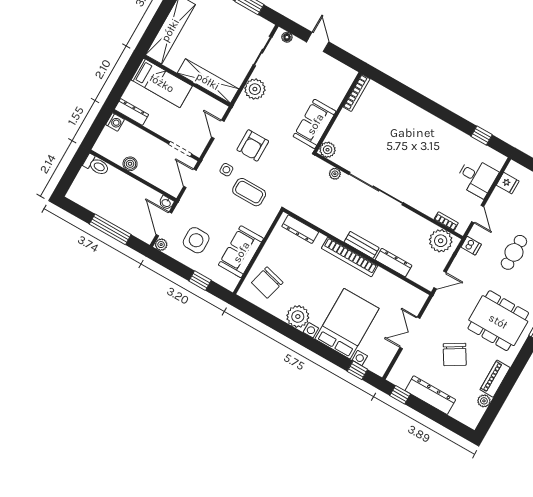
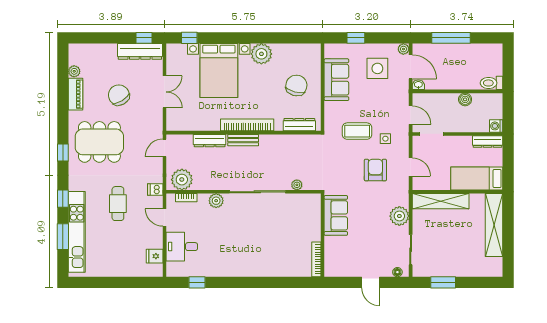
plant: (328, 150) -> (216, 201), moved
chair: (267, 283) -> (296, 85), moved
dresser: (430, 395) -> (140, 51), moved

